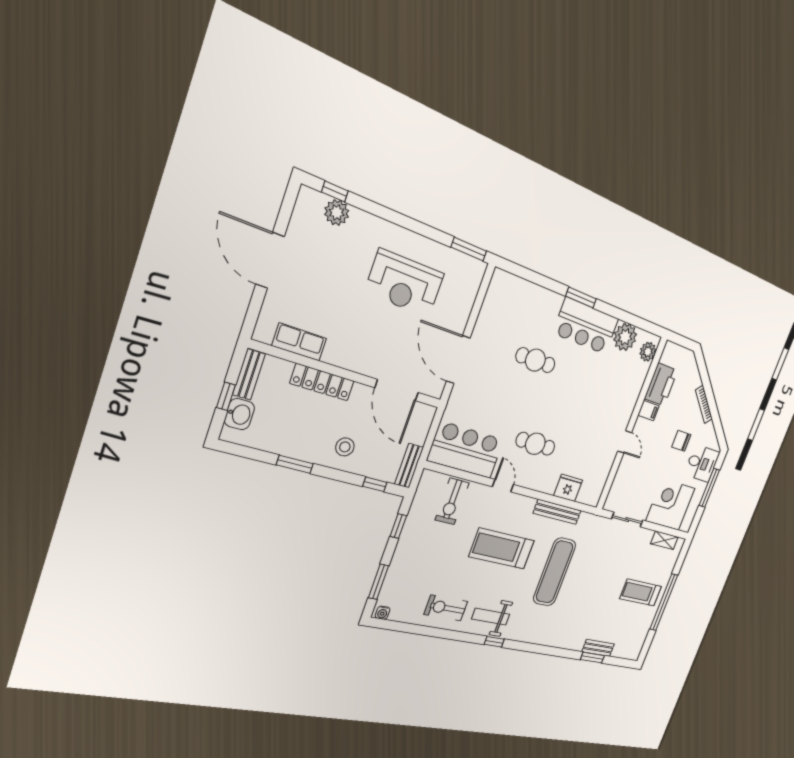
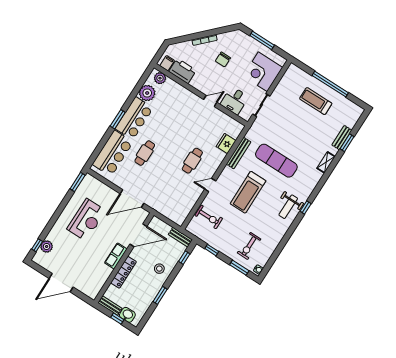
row of seats: (299, 342) -> (116, 256), moved
filing cabinet: (649, 411) -> (167, 63), moved
bar counter: (466, 450) -> (113, 153), moved, turned 180
desk: (702, 463) -> (234, 101), moved, turned 180
shelving: (664, 540) -> (326, 162), moved
treadmill: (641, 592) -> (316, 101), turned 90
exercise bike: (446, 608) -> (249, 246), moved

